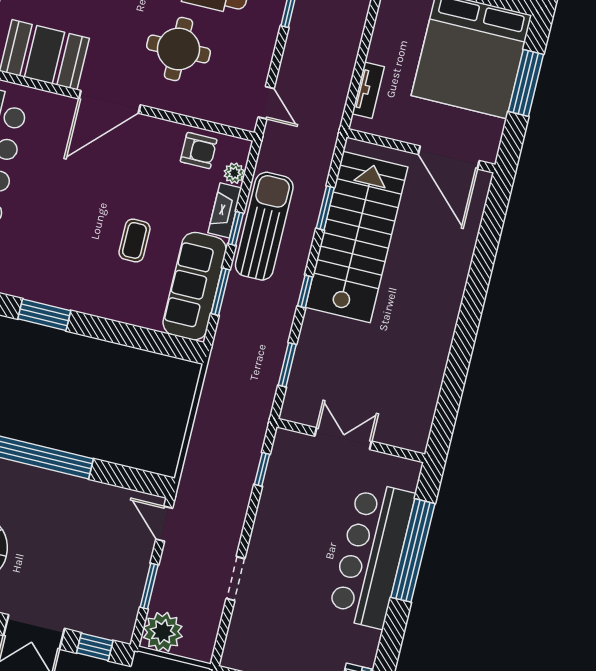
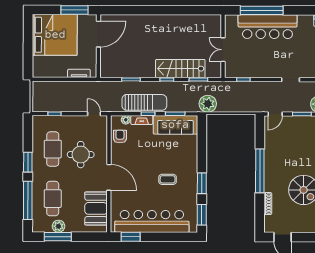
window: (526, 83) -> (74, 10), moved
door: (266, 103) -> (94, 114), hinge flipped
sun lounger: (264, 226) -> (144, 102), turned 180
stairs: (357, 237) -> (180, 69), moved, width x0.73, depth x0.66
coffee table: (134, 240) -> (168, 179), moved
plant: (226, 373) -> (208, 104), added

